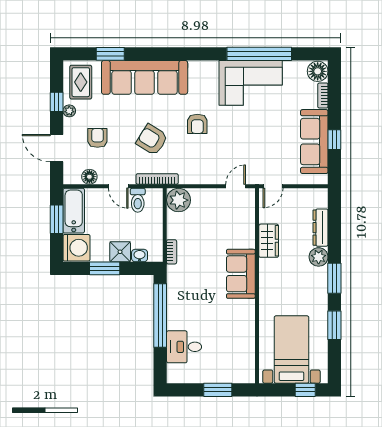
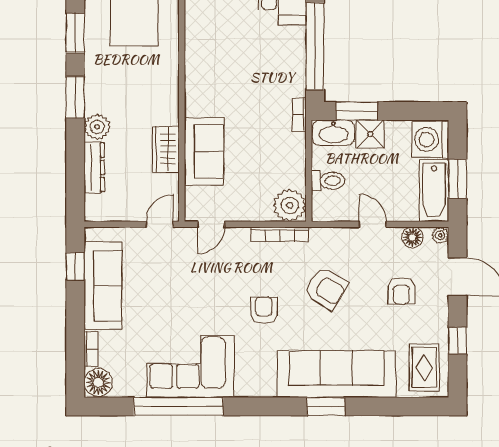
window: (110, 54) -> (326, 406), moved
plant: (69, 111) -> (440, 235), moved
window: (334, 140) -> (75, 266), moved
bookcase: (157, 179) -> (280, 234), moved
toilet: (138, 200) -> (328, 181), moved, turned 90
bookcase: (172, 252) -> (299, 114), moved
washbasin: (140, 256) -> (333, 133), width x1.91, depth x1.45
window: (105, 268) -> (357, 111), moved
sofa: (241, 274) -> (204, 151), moved

